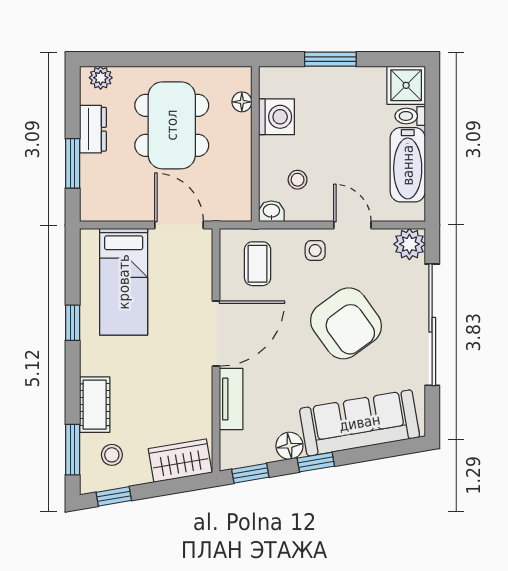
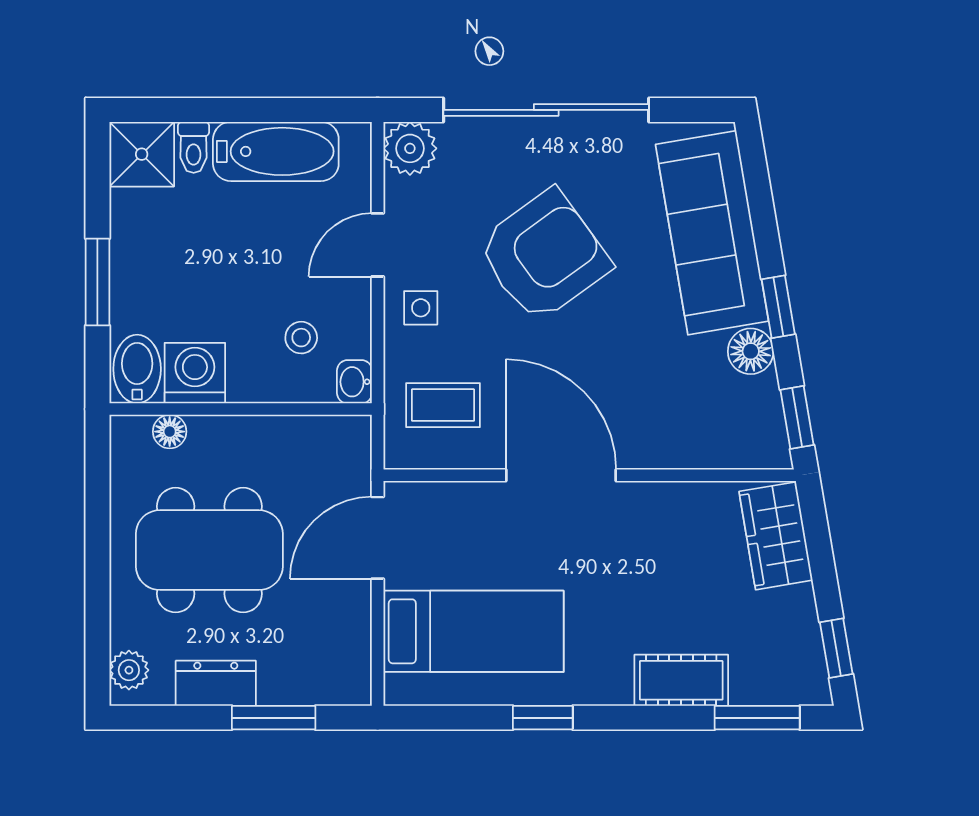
bidet: (279, 83) -> (137, 369), added
tv unit: (231, 399) -> (672, 450), removed
stool: (112, 455) -> (766, 651), removed

